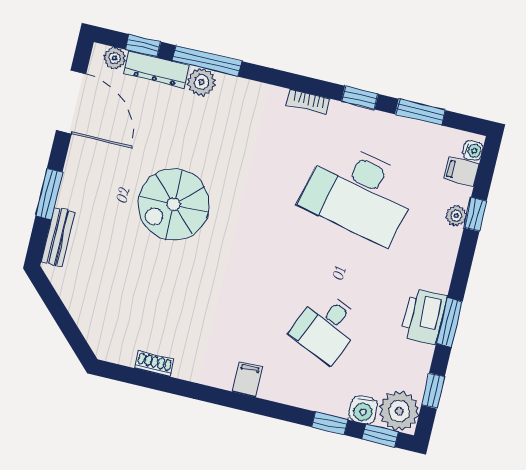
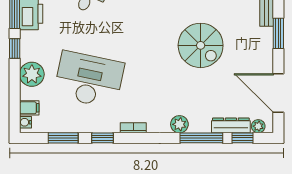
plant: (201, 82) -> (179, 124), moved
spiral stairs: (174, 204) -> (201, 45), turned 90
window: (475, 214) -> (15, 49), moved
plant: (456, 216) -> (32, 74), width x1.88, depth x1.88

